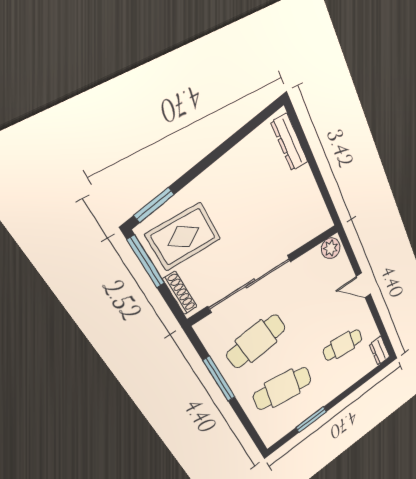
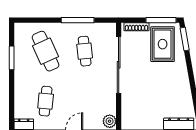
cafe table: (256, 341) -> (85, 51), width x0.73, depth x0.74
cafe table: (283, 388) -> (46, 51), turned -33

